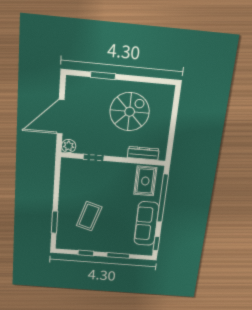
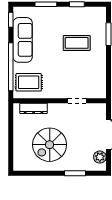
plant: (69, 146) -> (100, 157), moved
rug: (145, 181) -> (29, 82), turned 90
coffee table: (89, 216) -> (77, 43), turned 73

